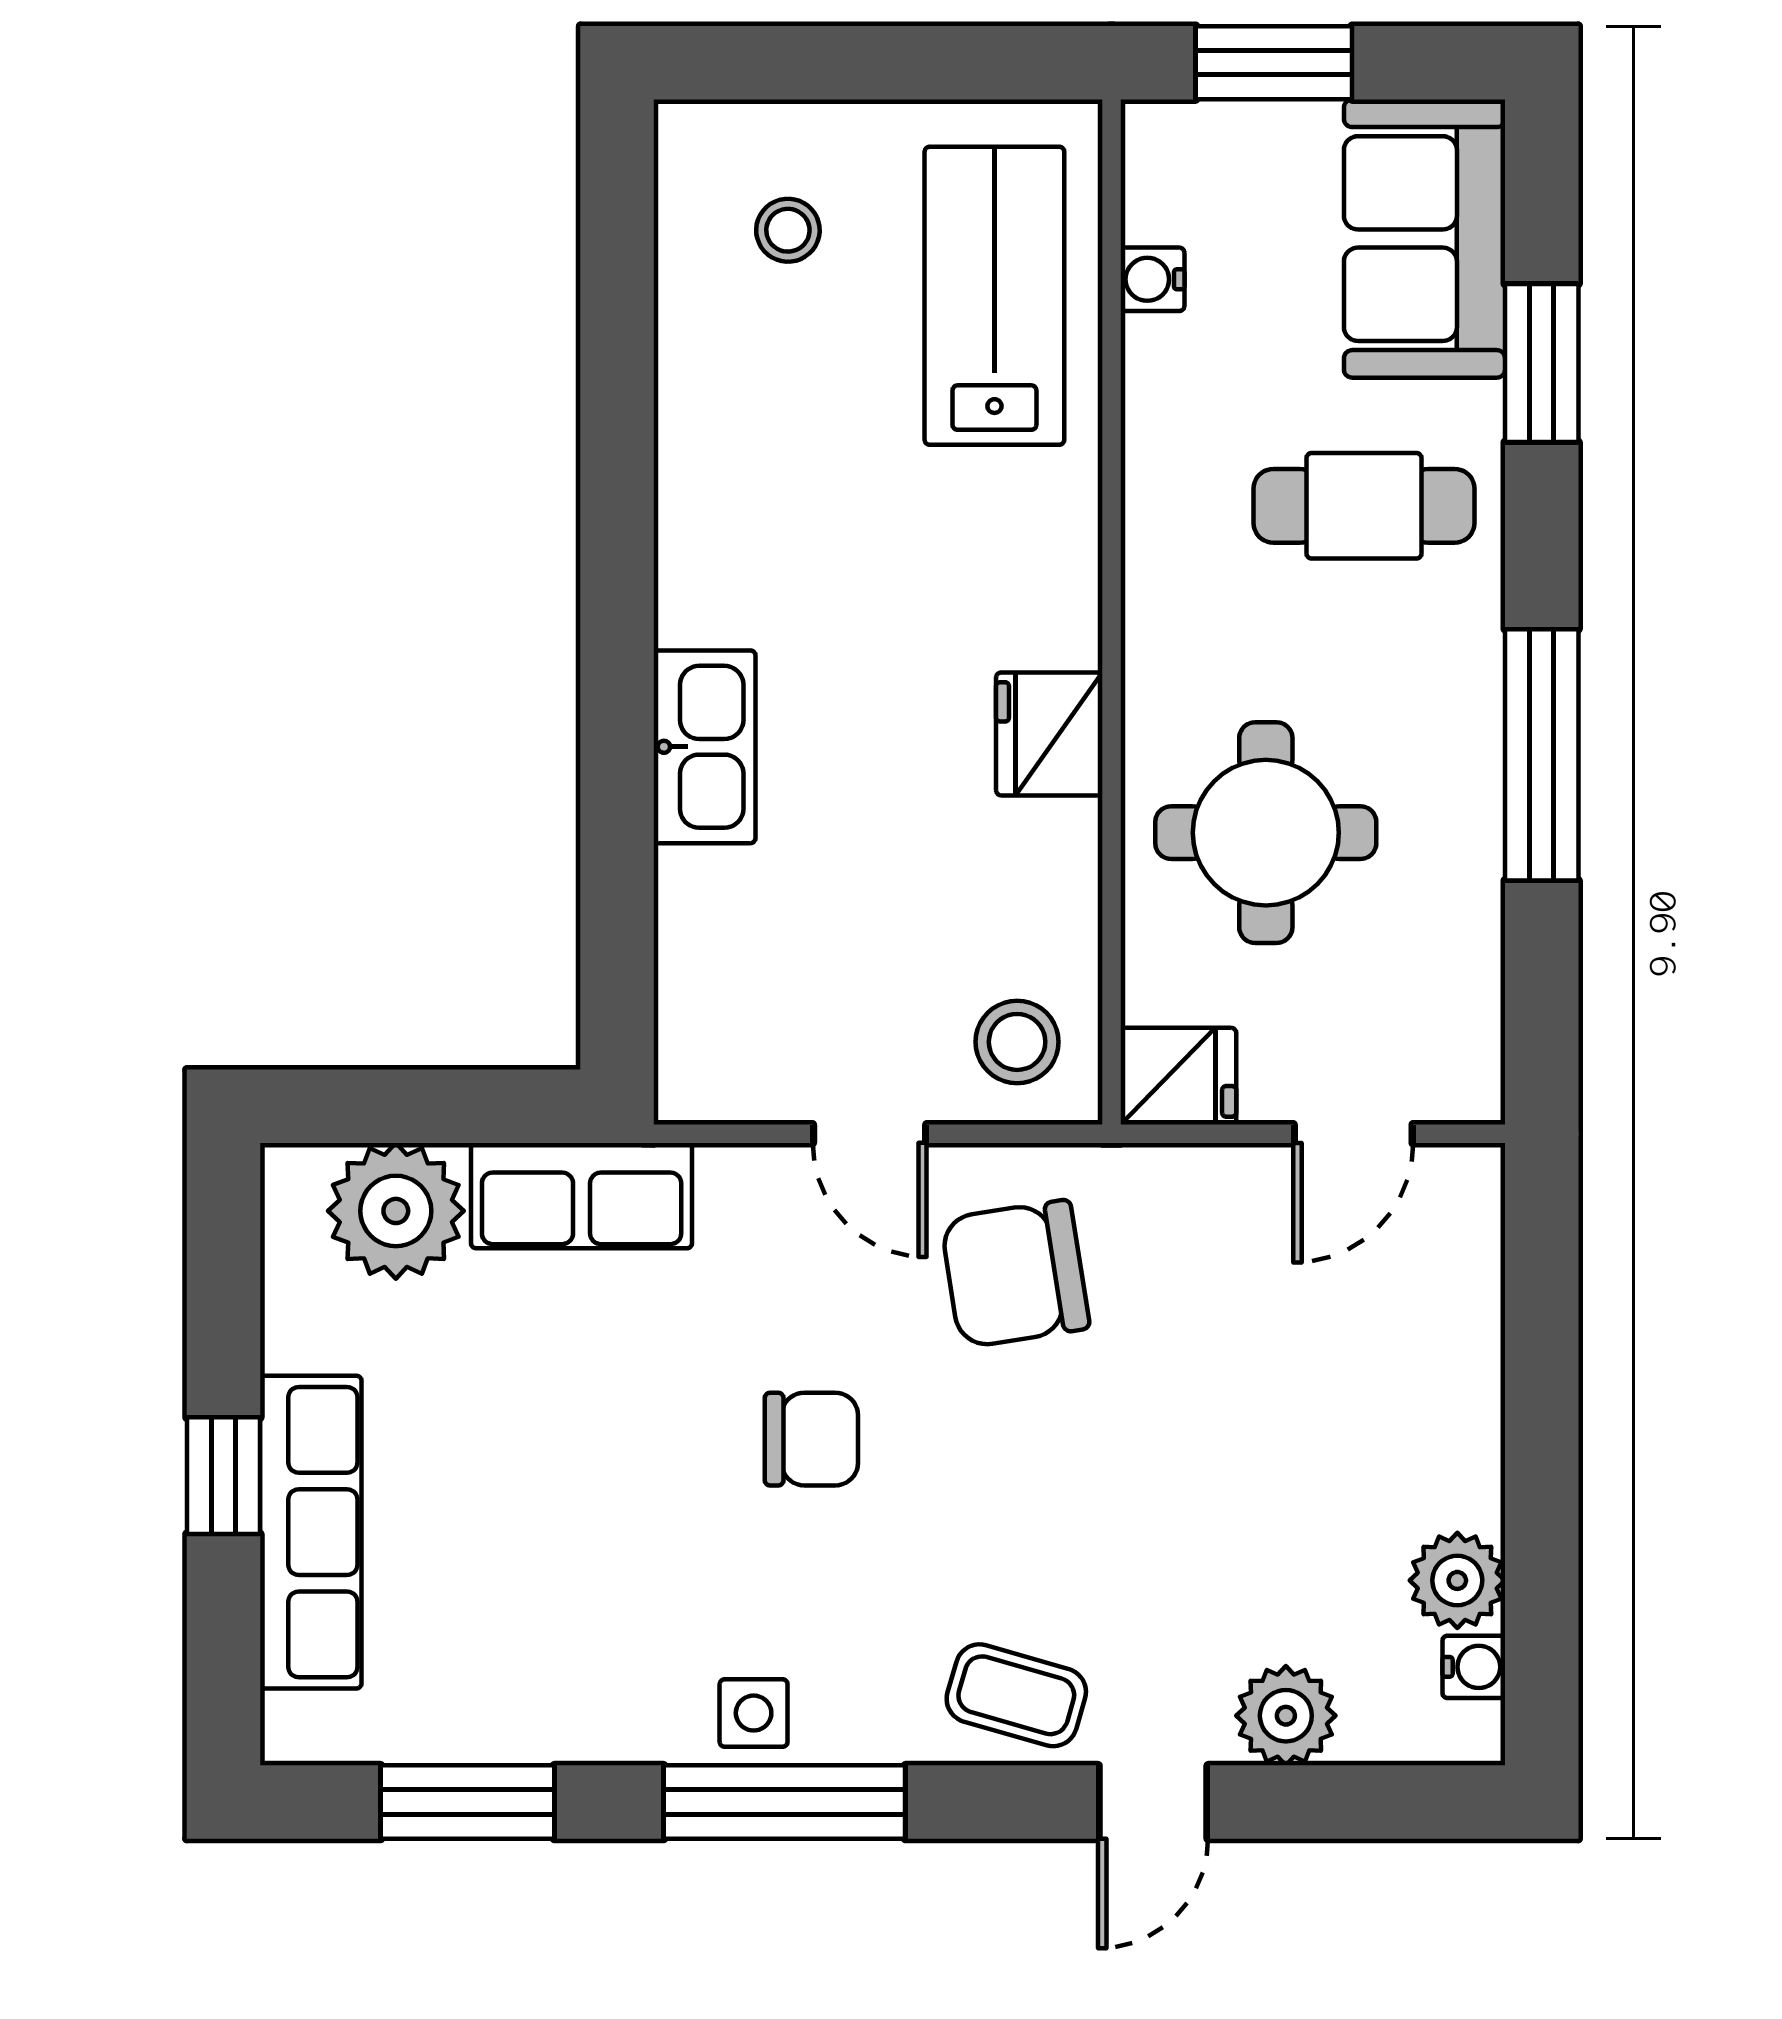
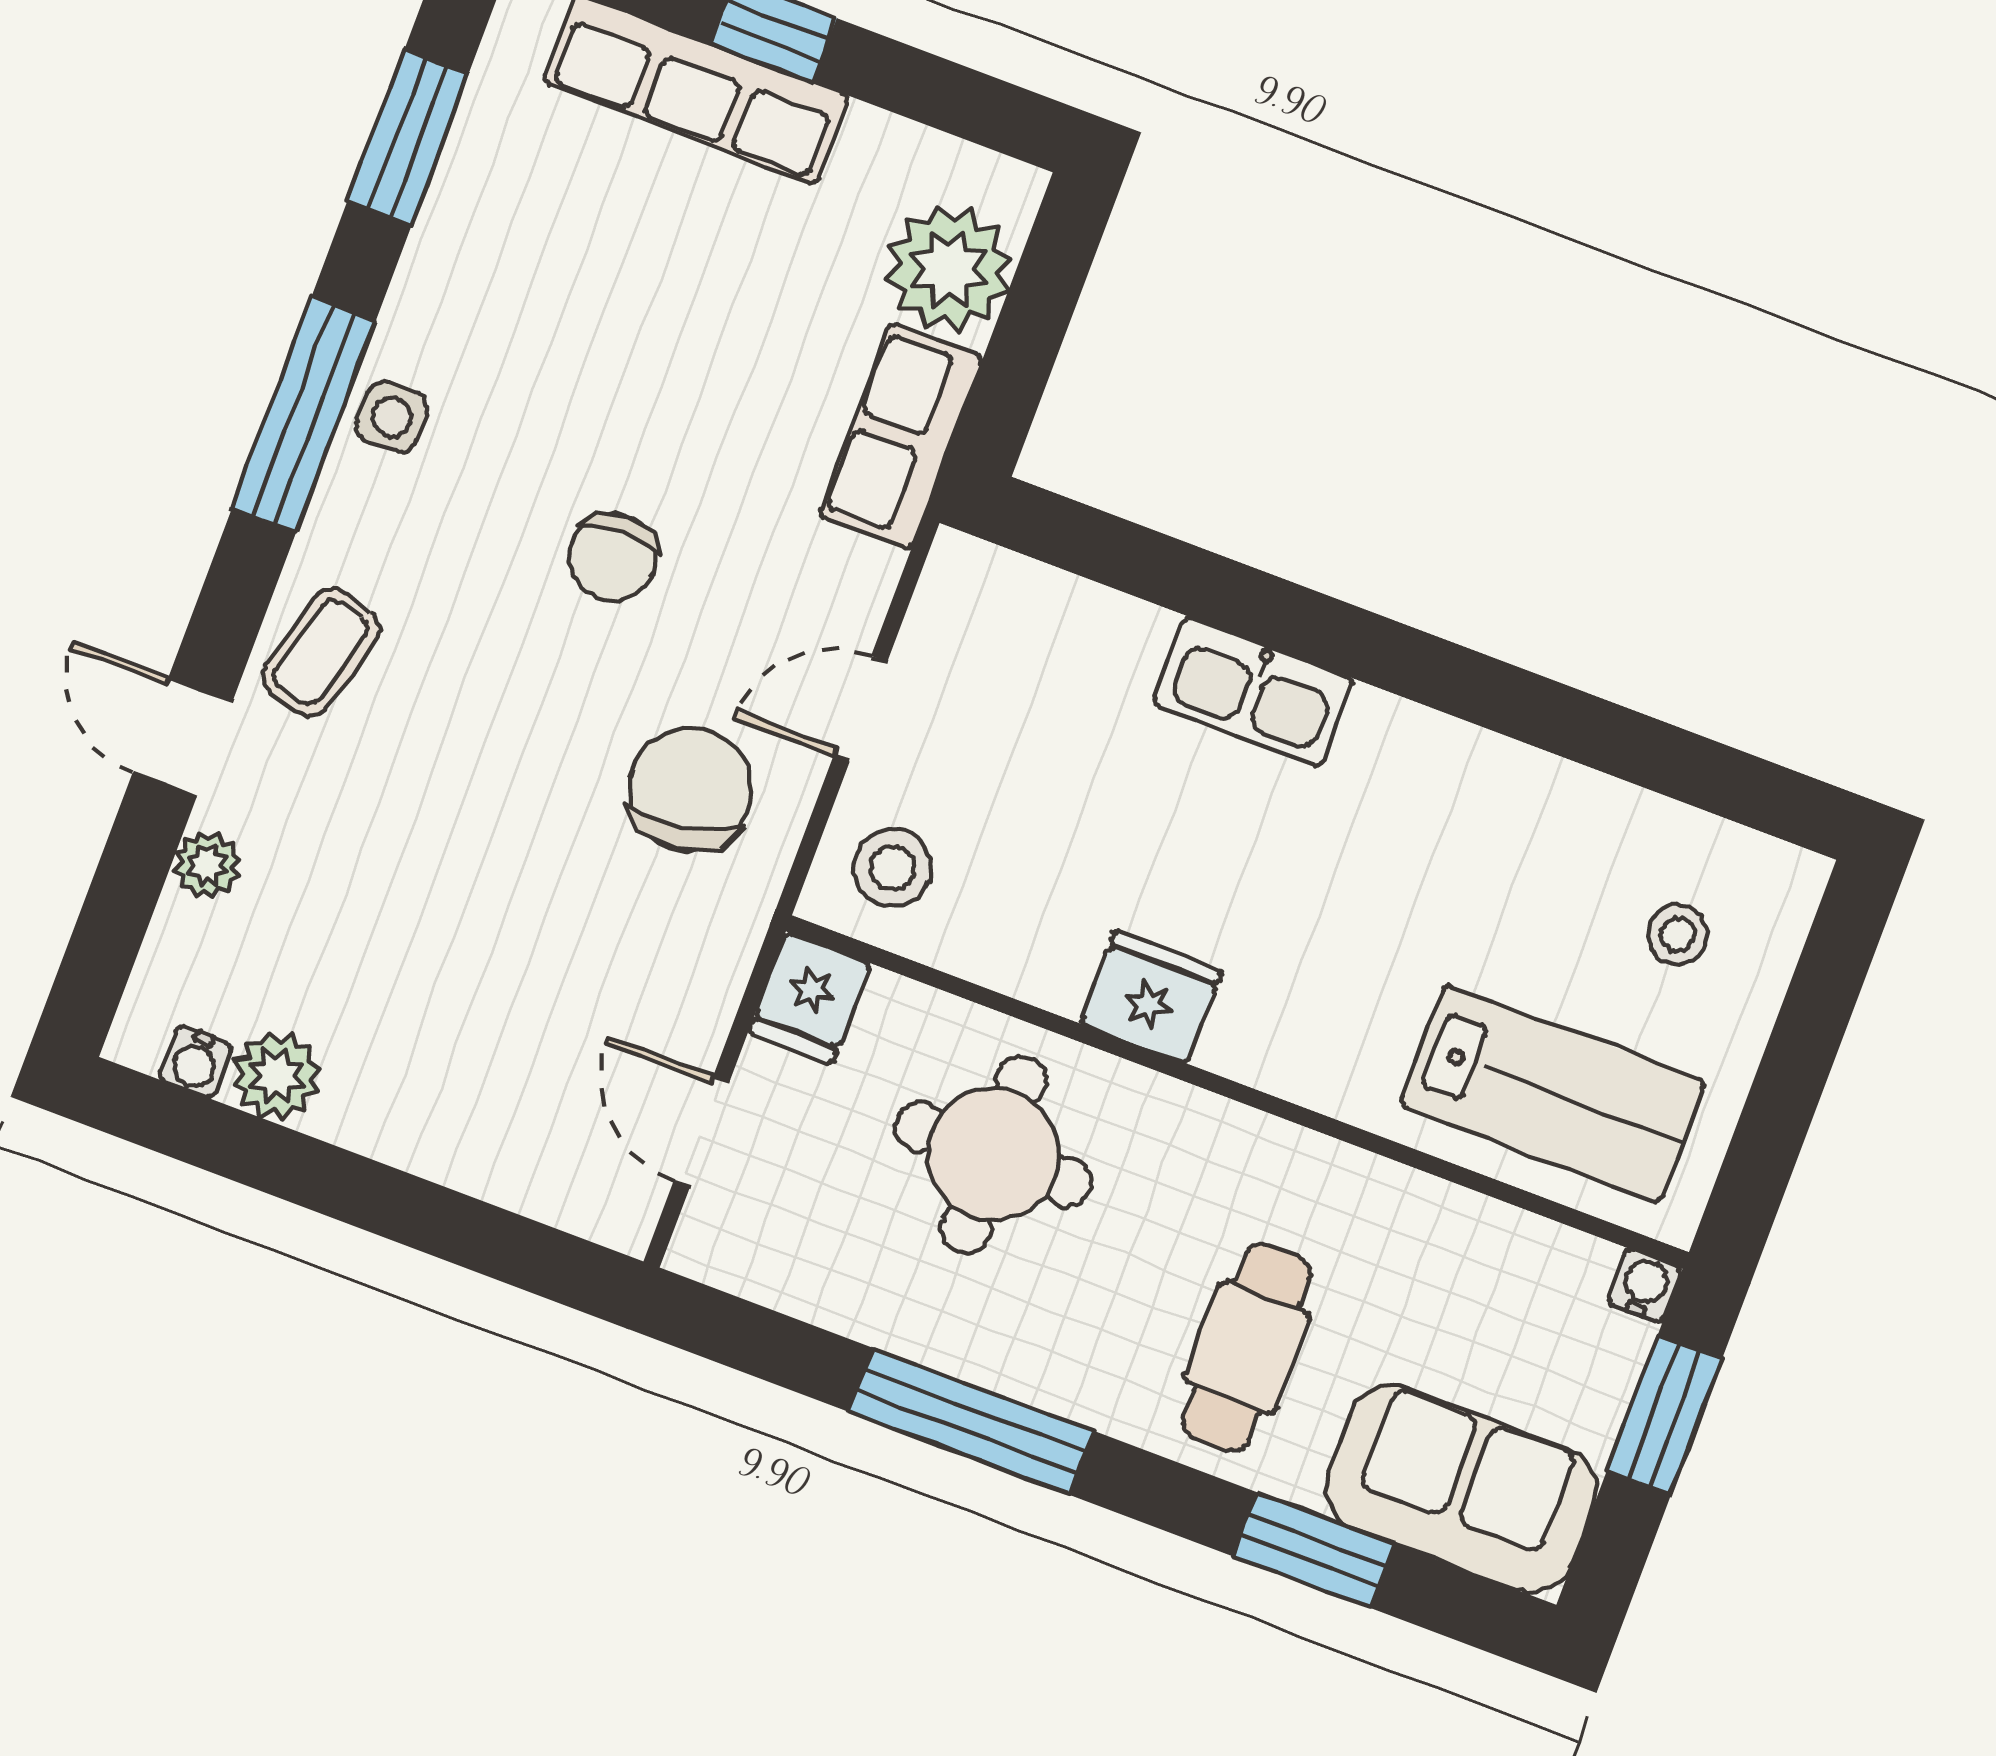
water cooler: (1152, 279) -> (1645, 1286), moved
plant: (1286, 1716) -> (207, 865), width x0.73, depth x0.73

